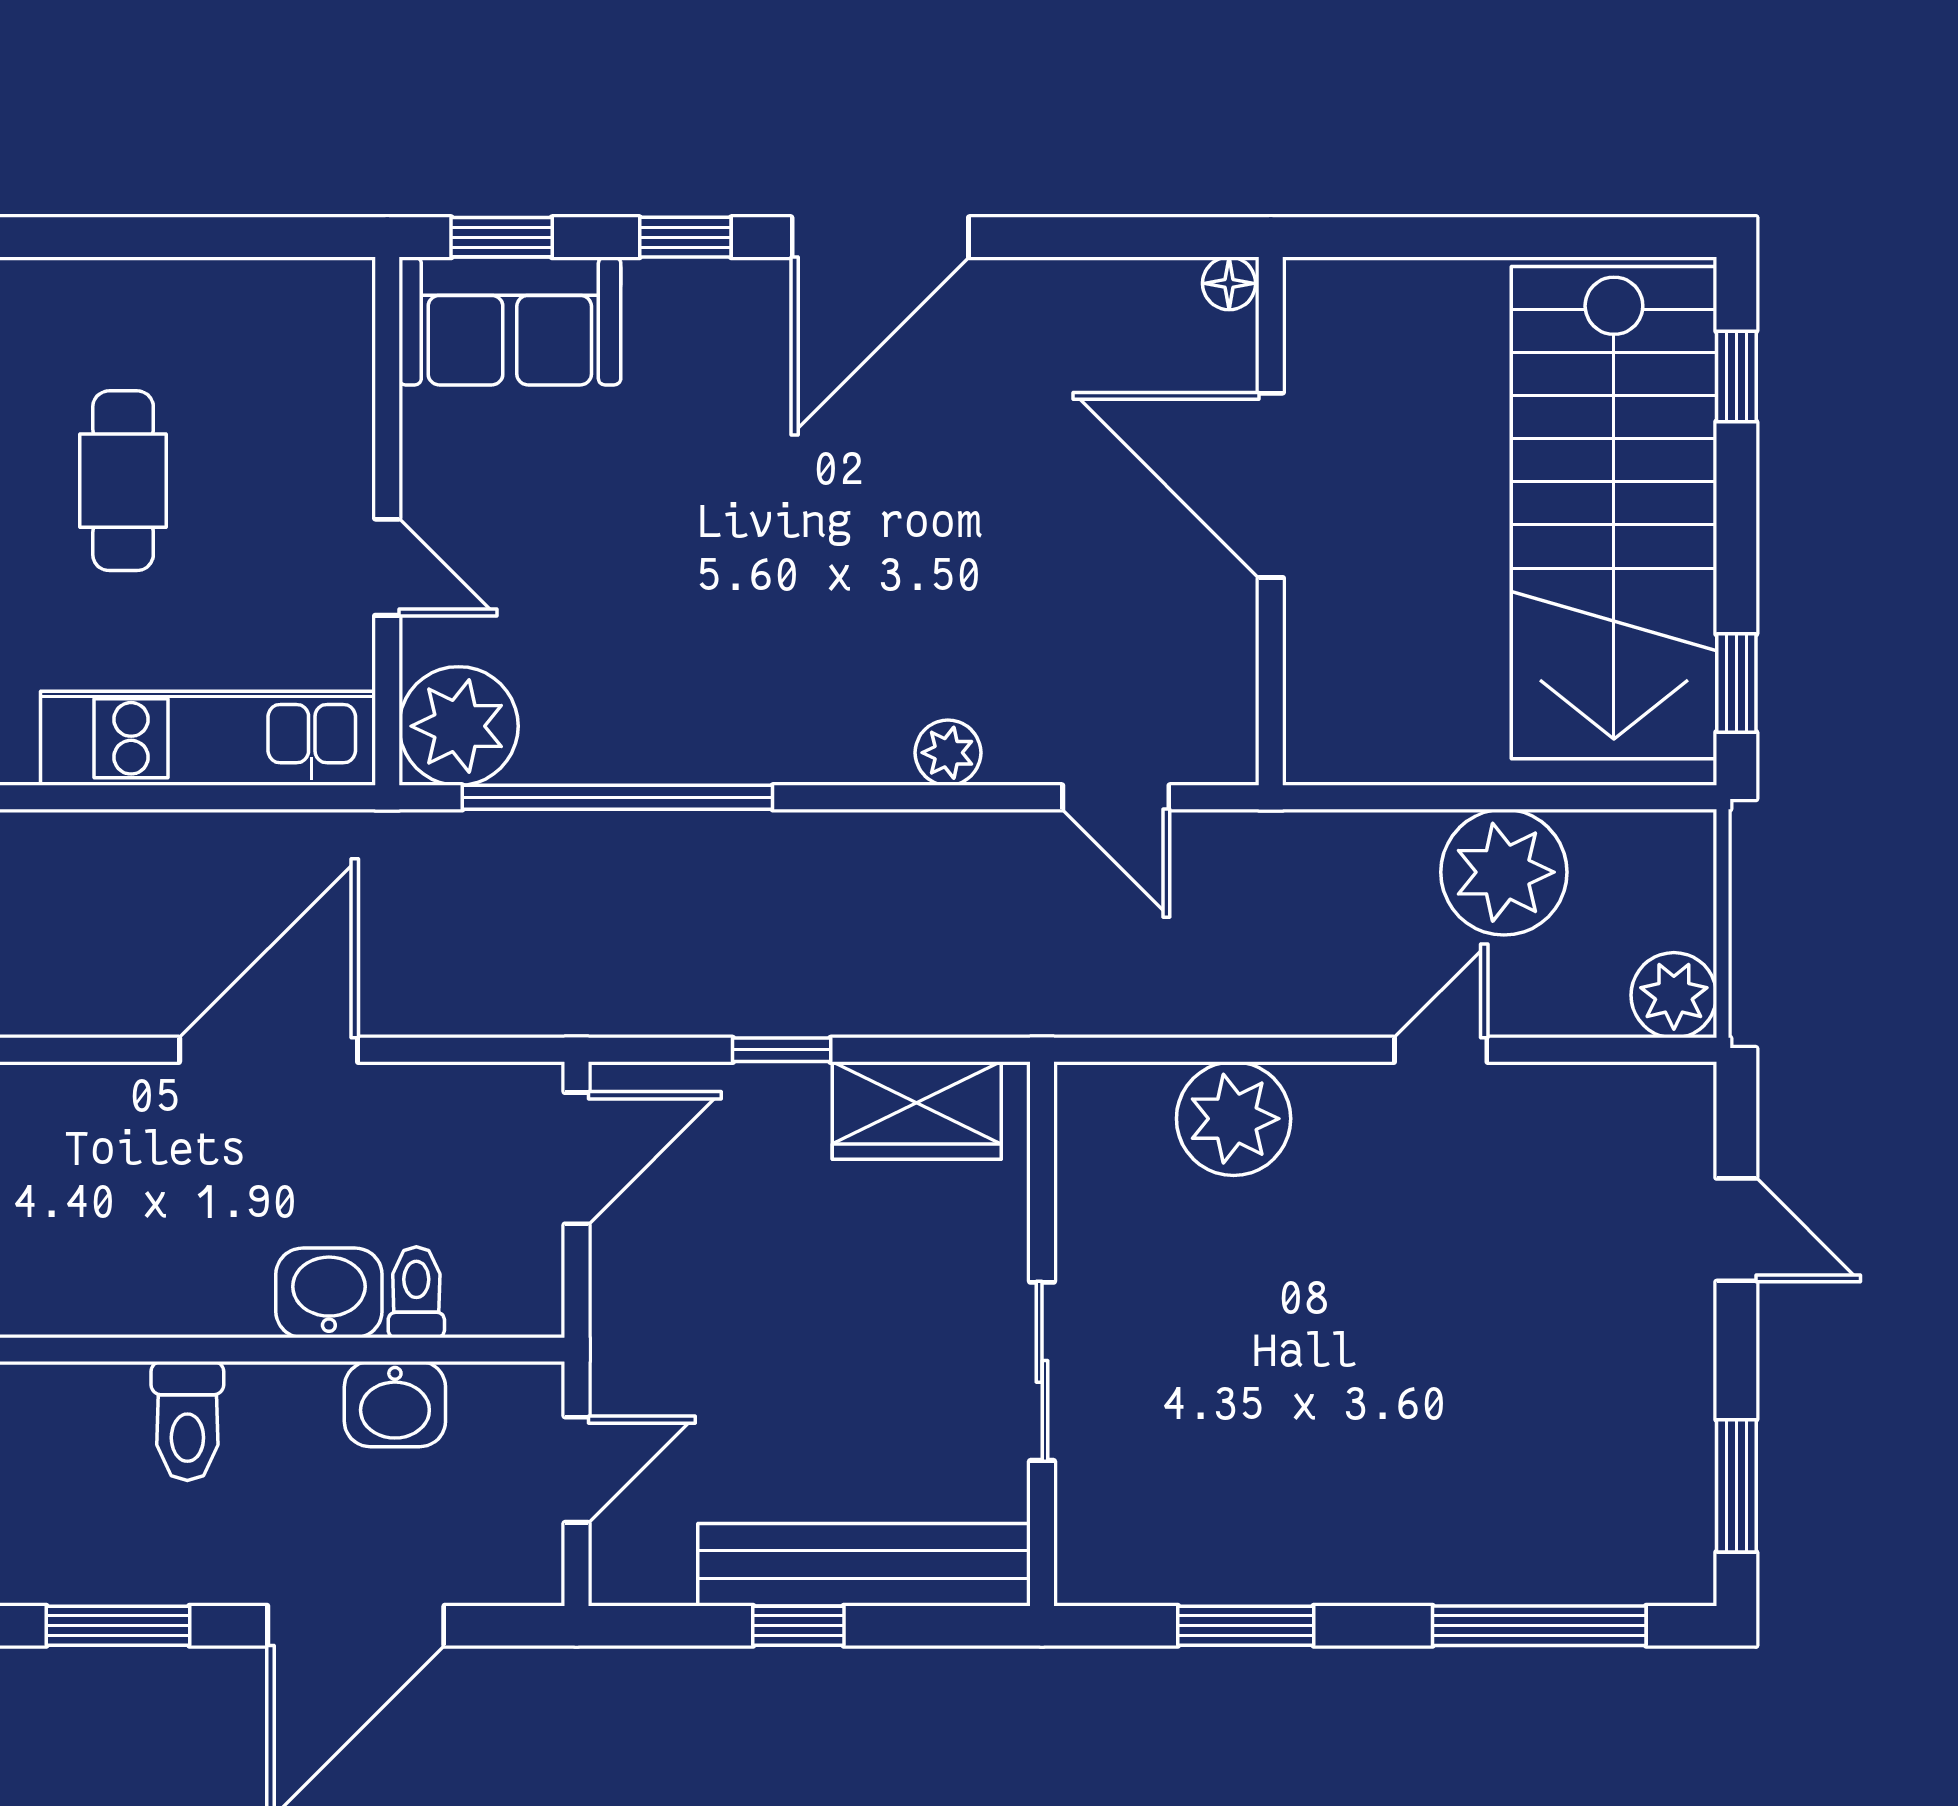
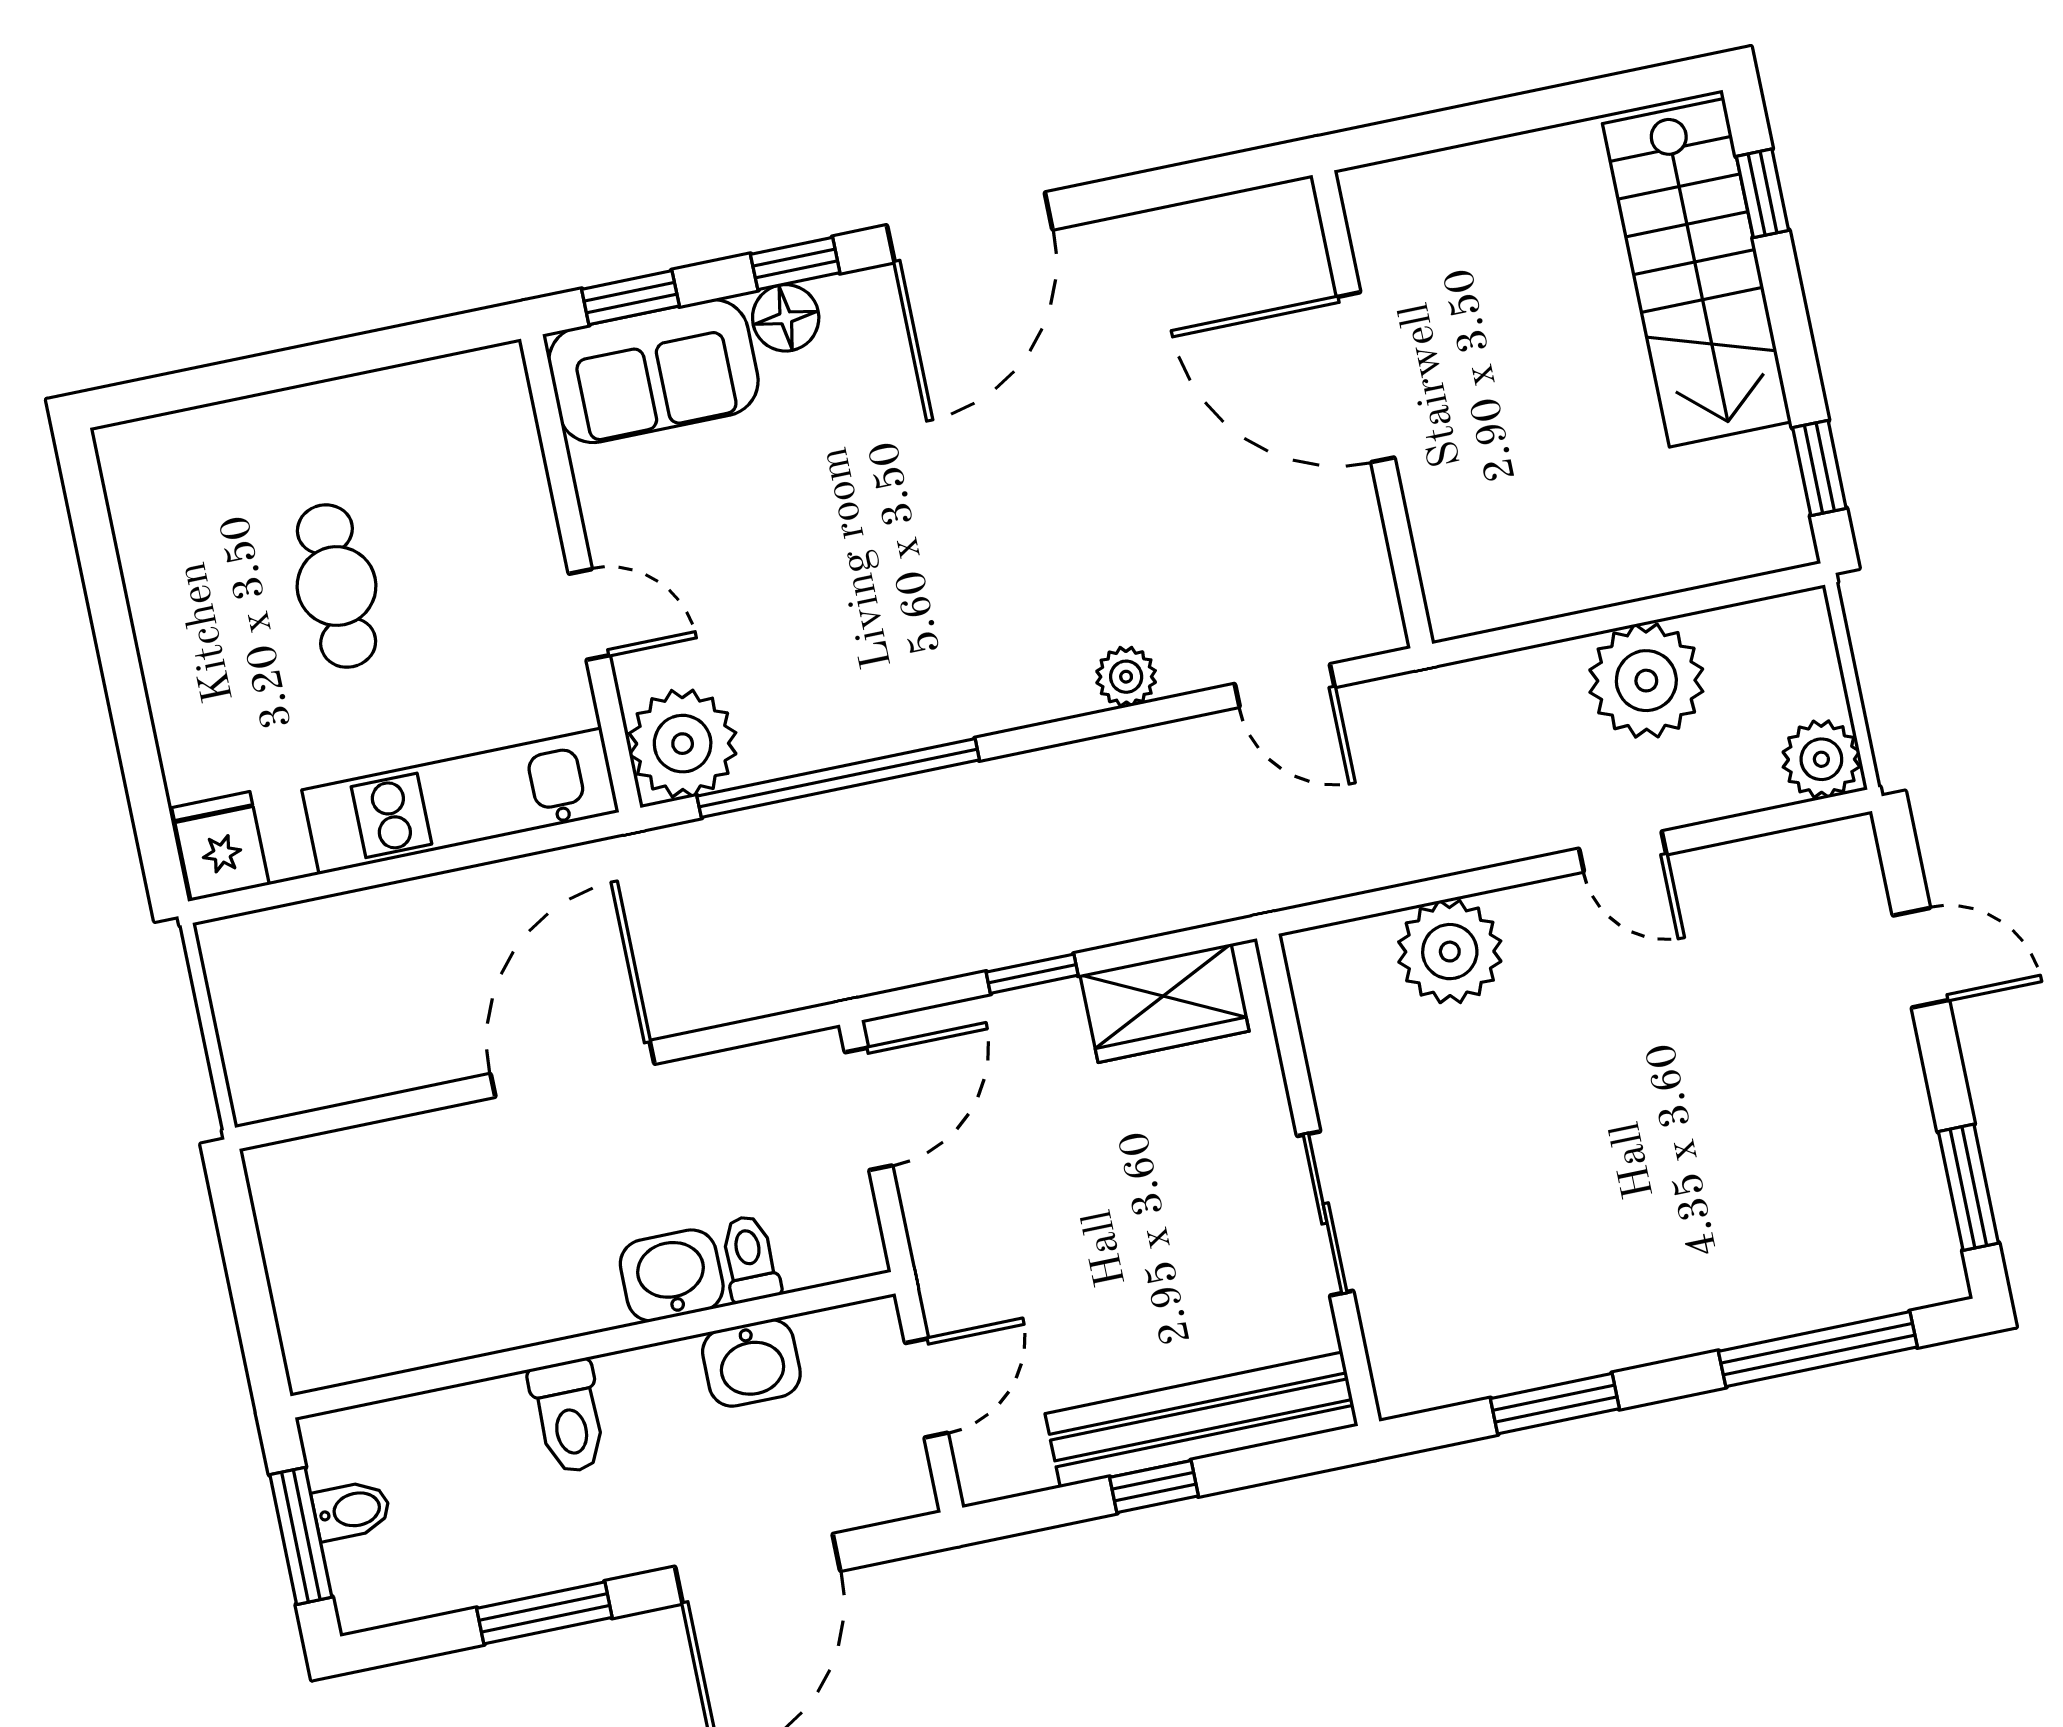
floor lamp: (1229, 283) -> (786, 318), moved, width x1.37, depth x1.37
stairs: (1614, 513) -> (1697, 273), width x0.73, depth x0.66
door: (1441, 1050) -> (1623, 851), swing flipped

